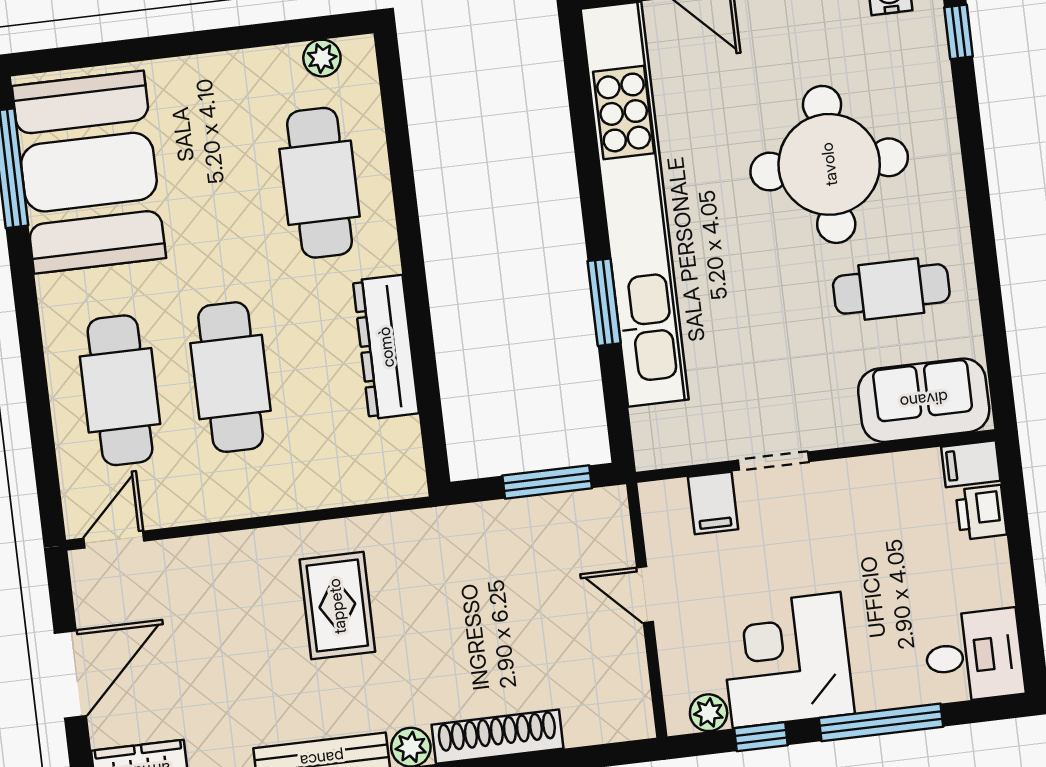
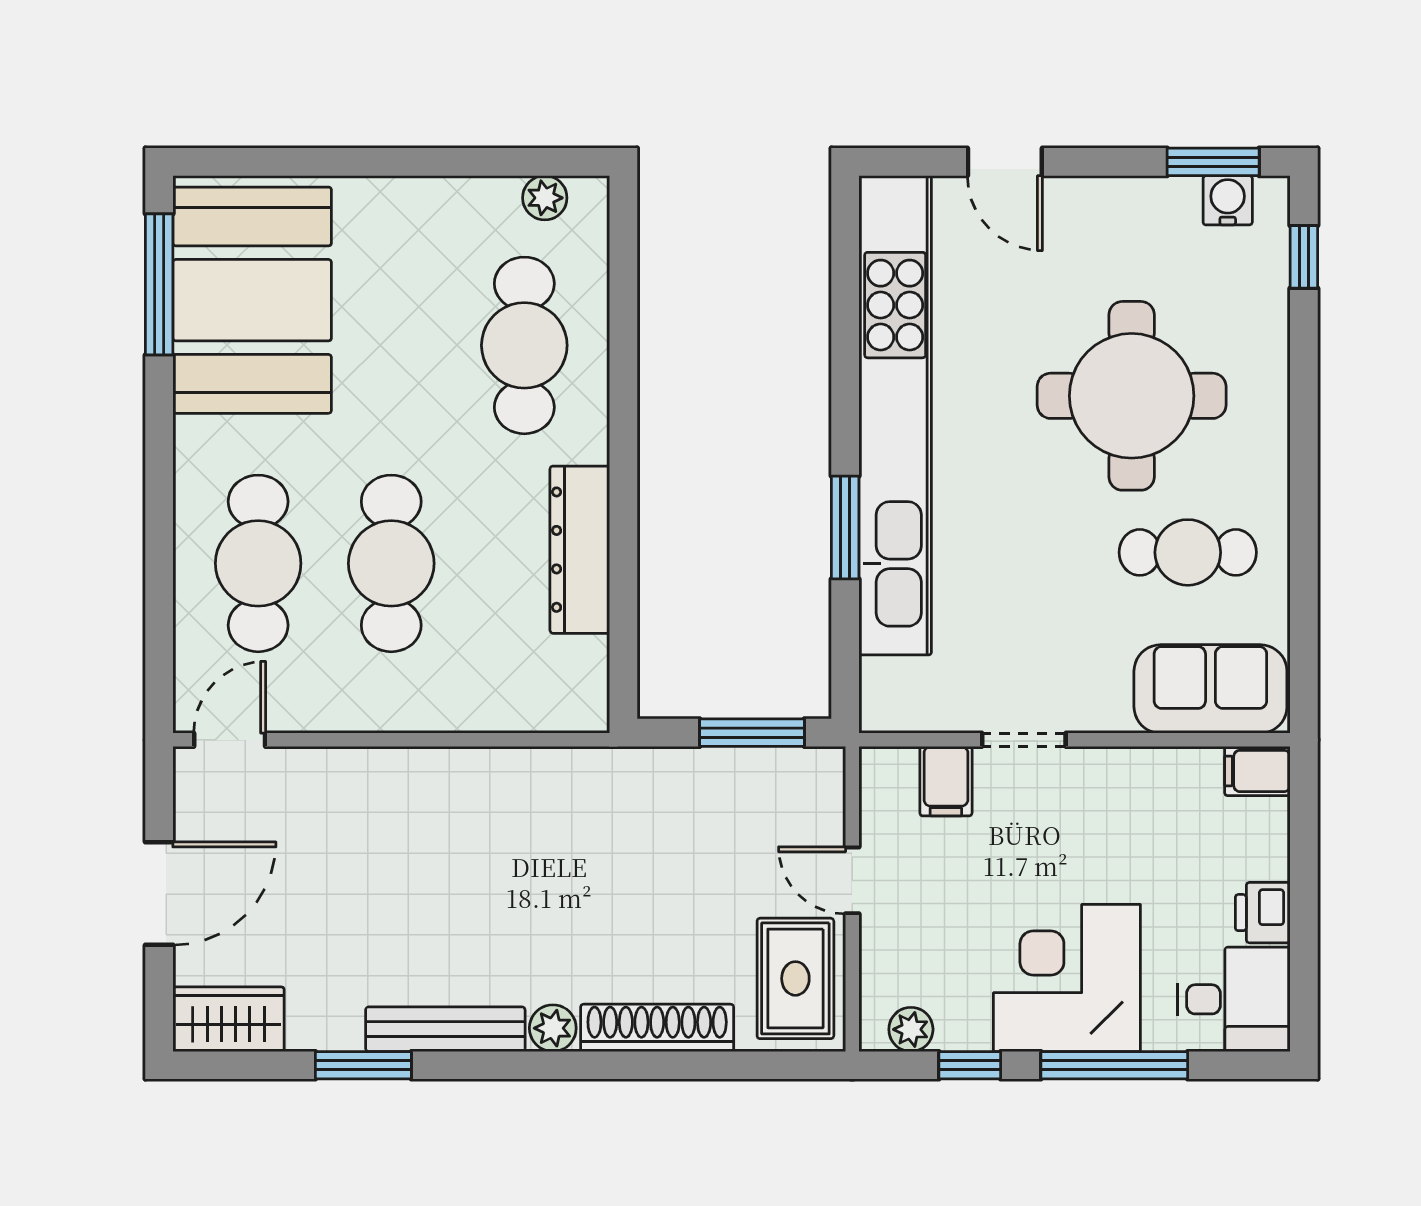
printer: (981, 512) -> (1263, 913), moved
rug: (337, 606) -> (795, 978), moved
corner desk: (787, 660) -> (1067, 978), moved

